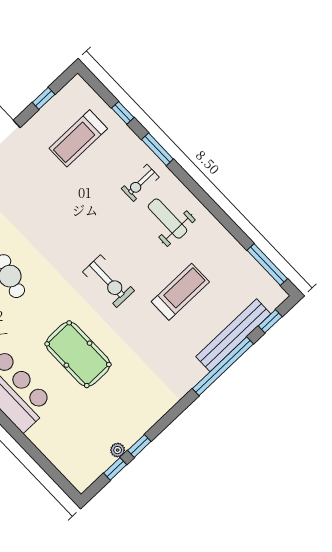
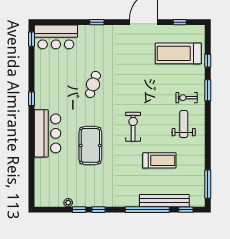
treadmill: (78, 138) -> (178, 53), width x1.37, depth x1.38
exercise bike: (109, 281) -> (133, 127), turned 180
window: (115, 469) -> (99, 210), moved

